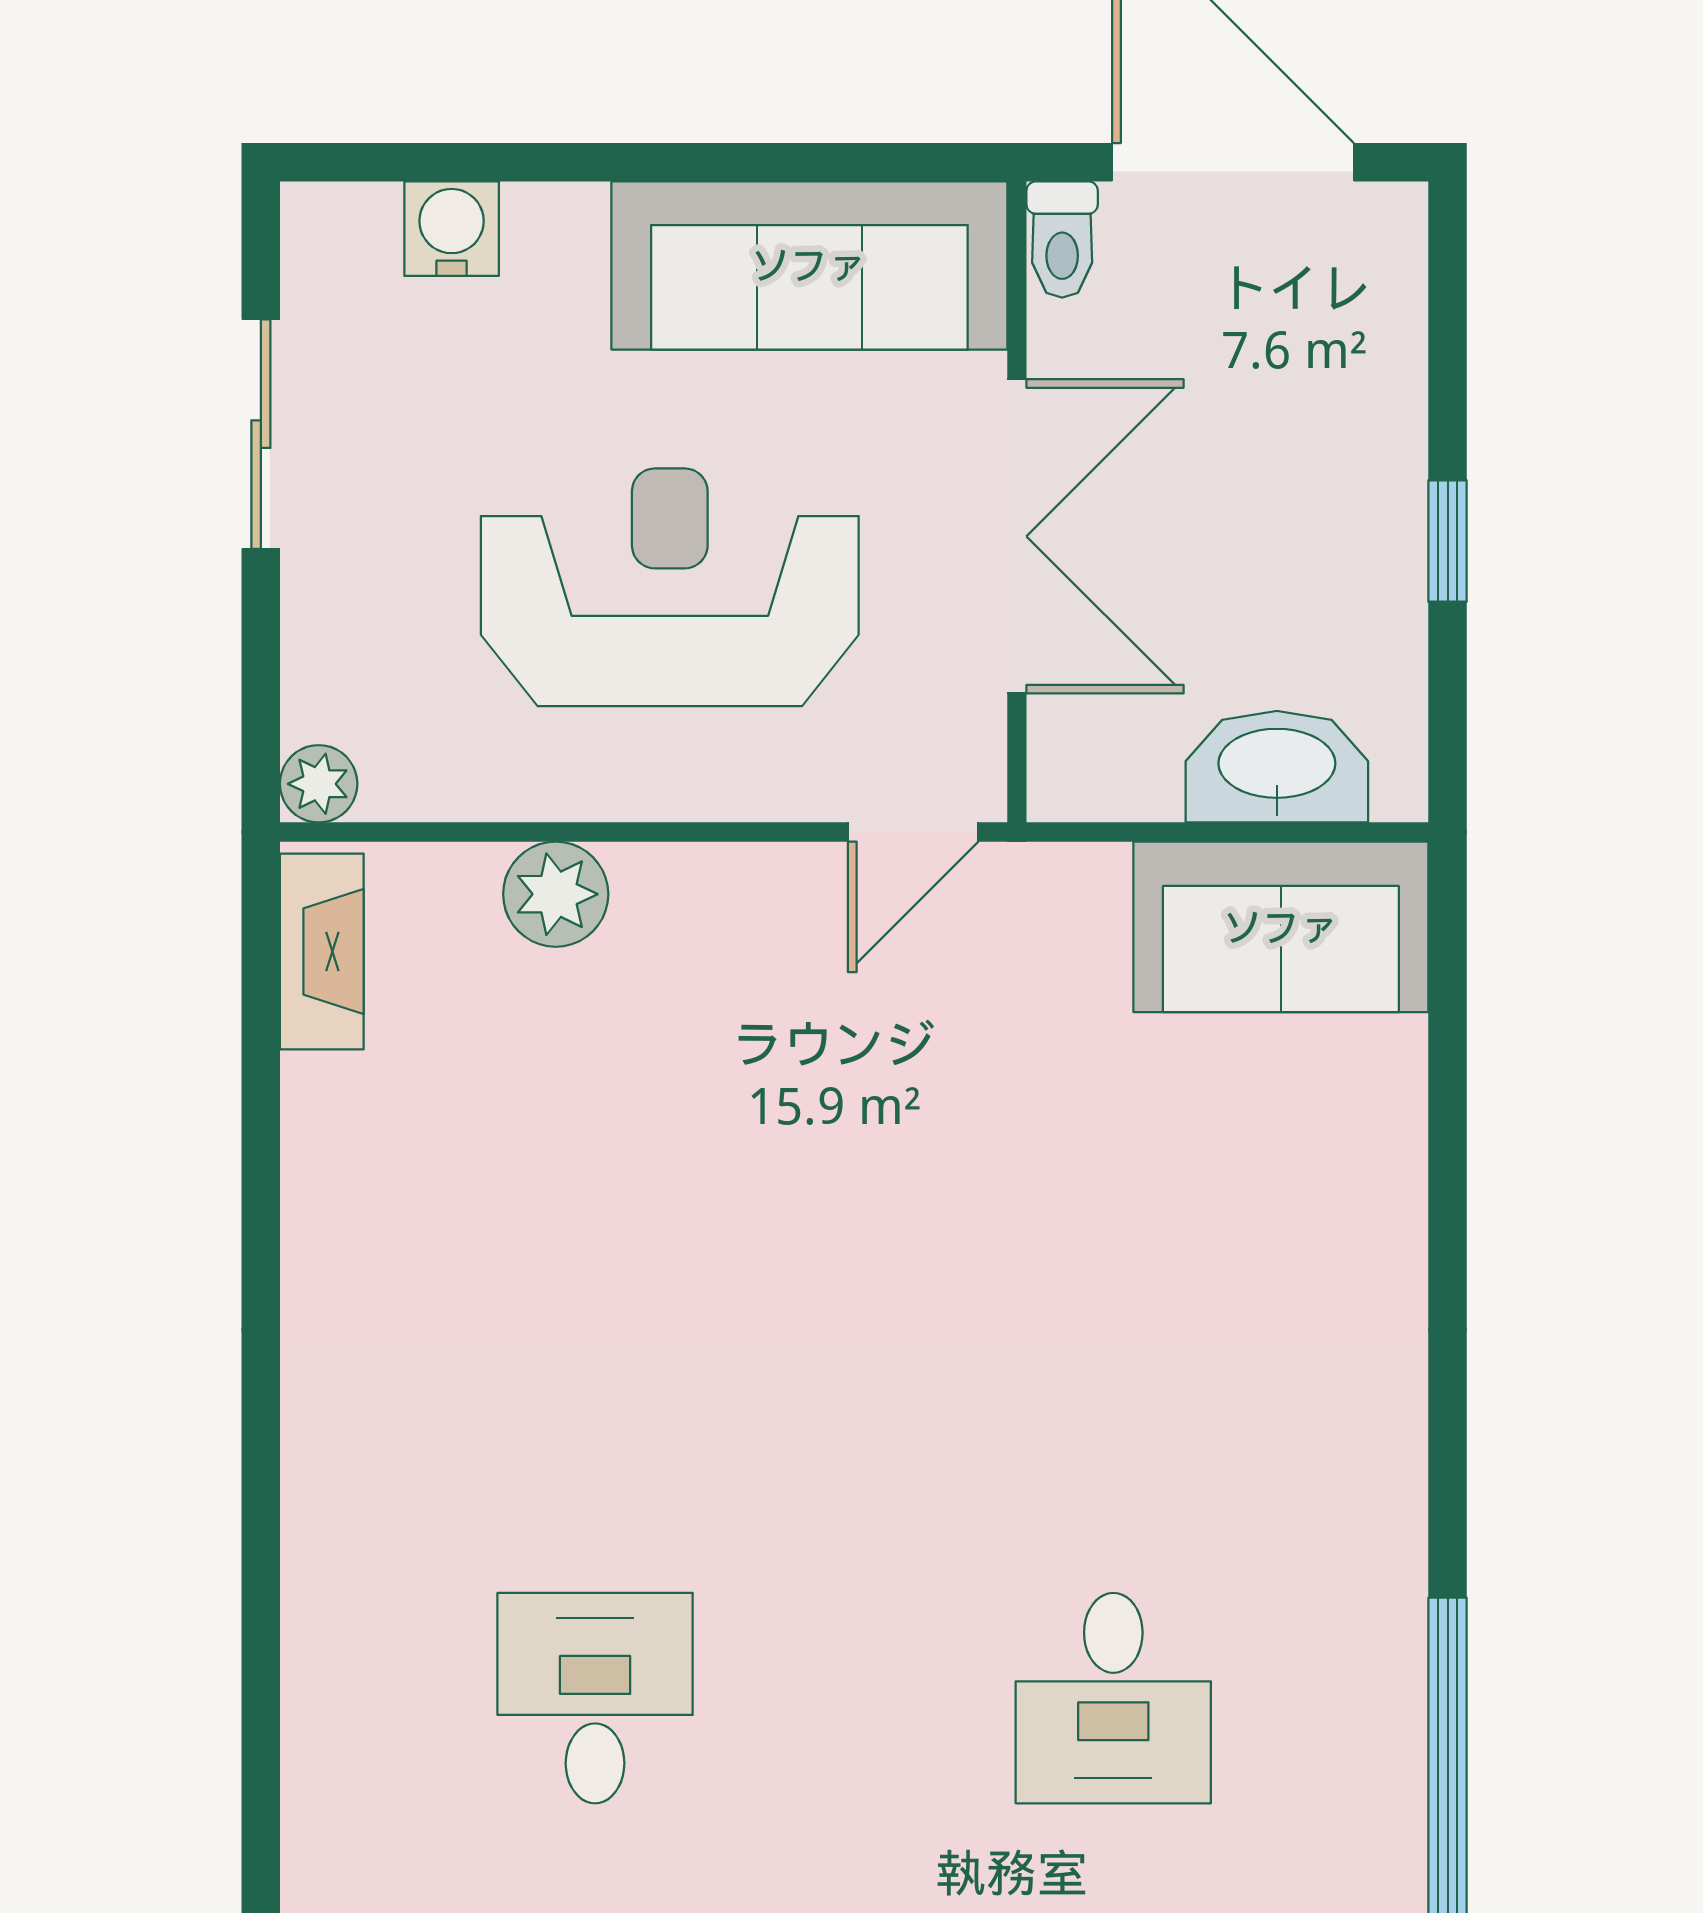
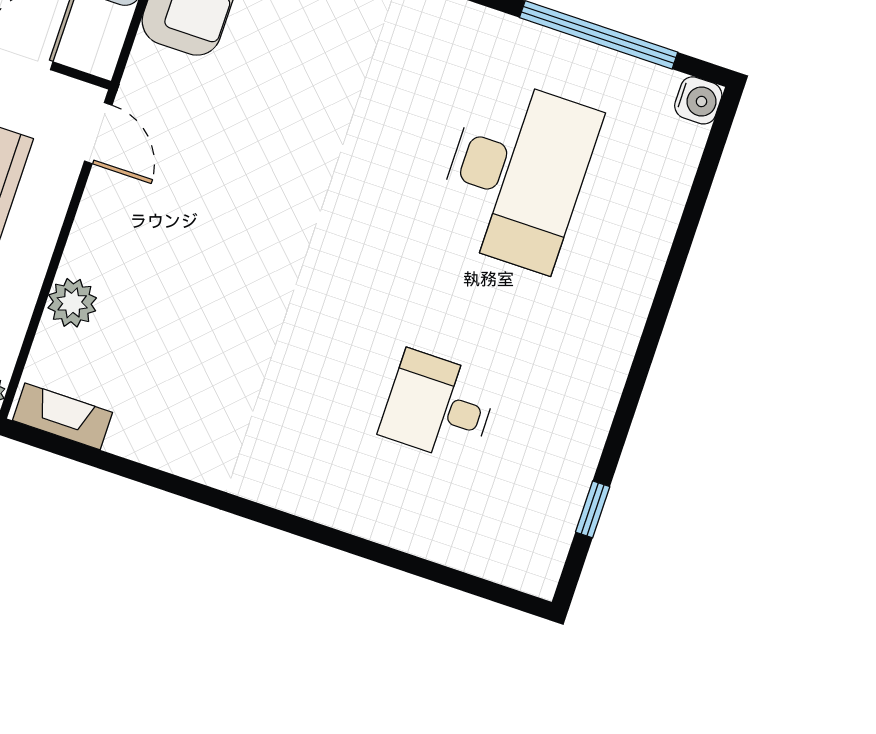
desk: (1113, 1698) -> (517, 174), width x1.87, depth x1.30

